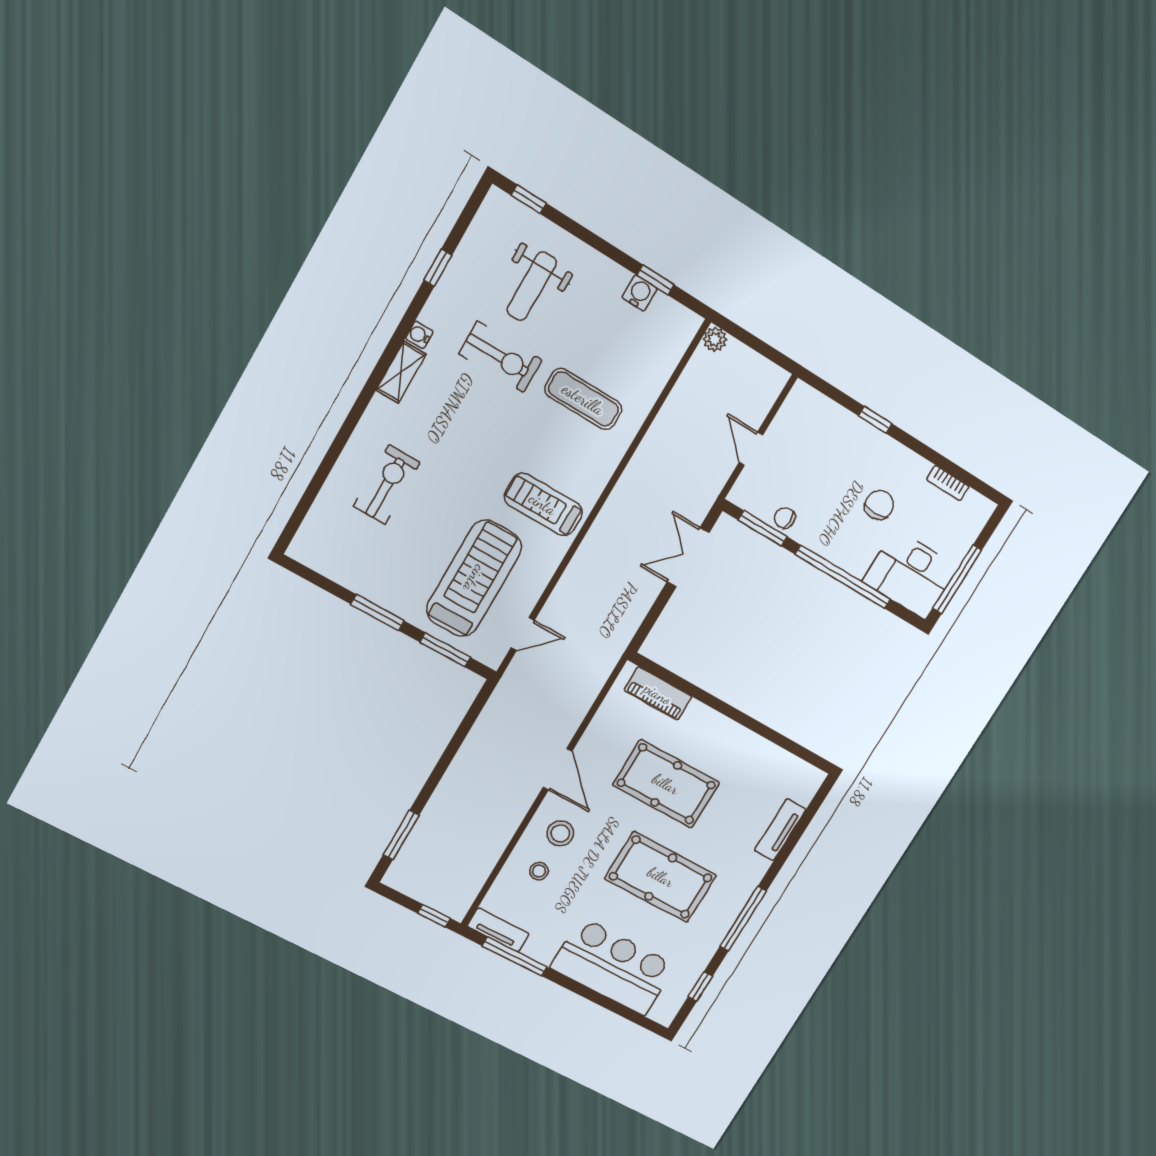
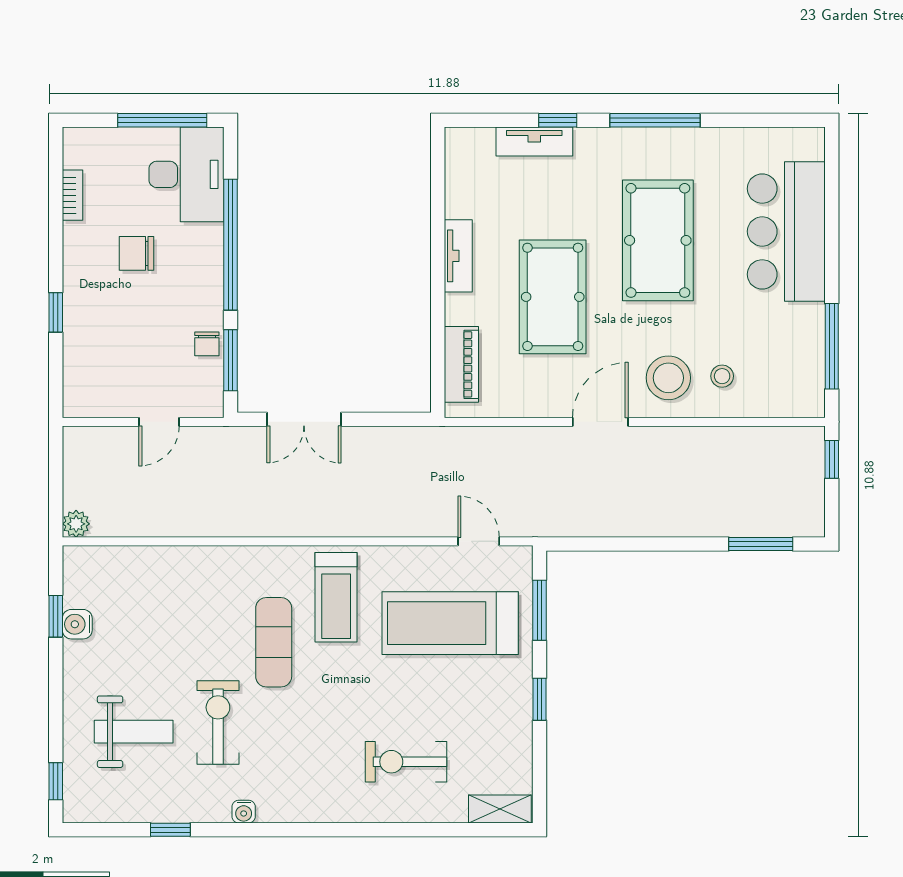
shelving: (401, 372) -> (500, 809), moved
exercise mat: (583, 399) -> (274, 642), moved
window: (378, 613) -> (539, 699), width x0.67
stool: (560, 833) -> (668, 378), width x1.38, depth x1.38
tv unit: (498, 930) -> (458, 256), moved, turned 180
window: (700, 986) -> (558, 120), moved

